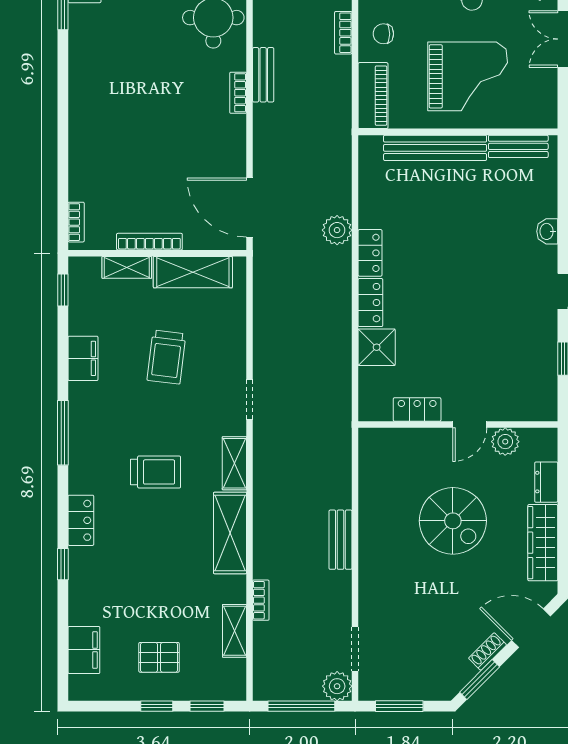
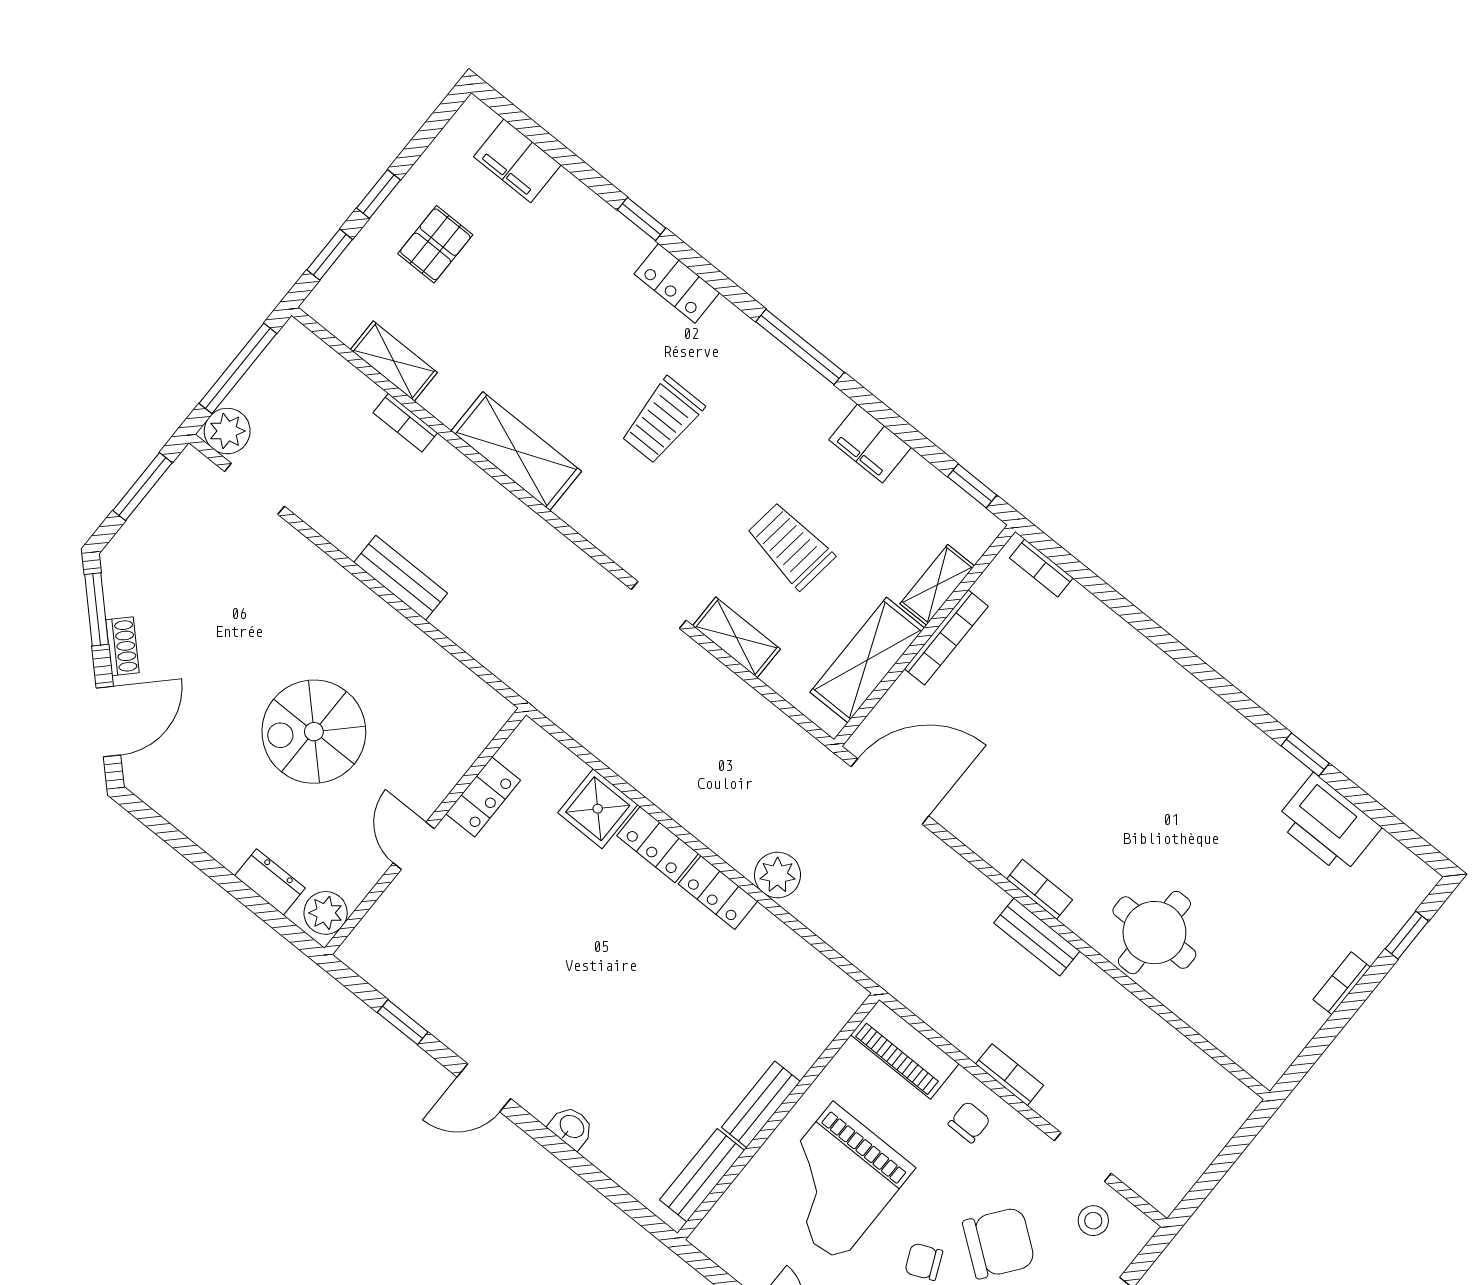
bench: (435, 148) -> (761, 1104), width x0.54, depth x0.82
plant: (505, 442) -> (326, 913), moved
shelving: (234, 463) -> (736, 637), moved
wardrobe: (543, 543) -> (200, 819), removed

